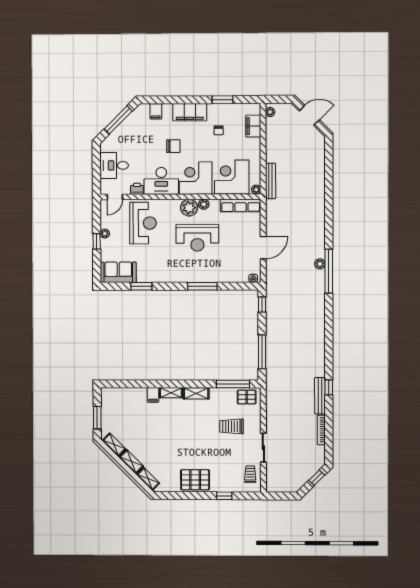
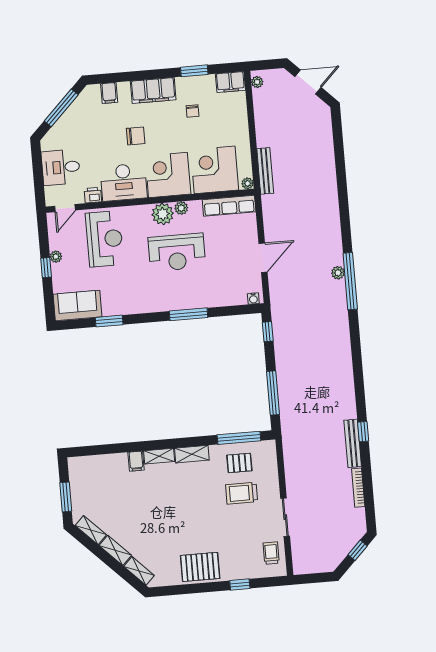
filing cabinet: (253, 126) -> (230, 82), moved, turned -90
pallet: (247, 397) -> (239, 463), moved

